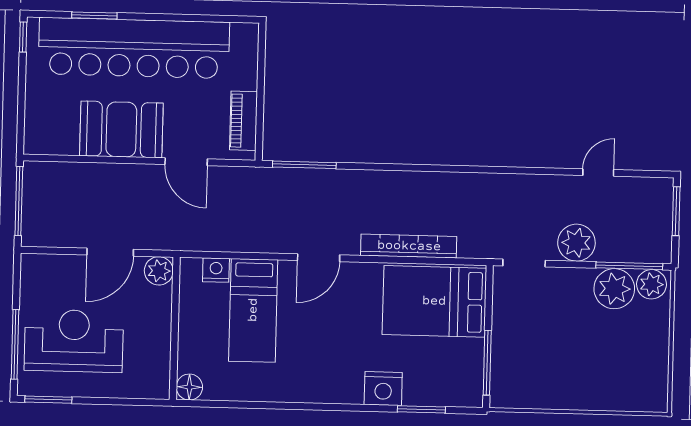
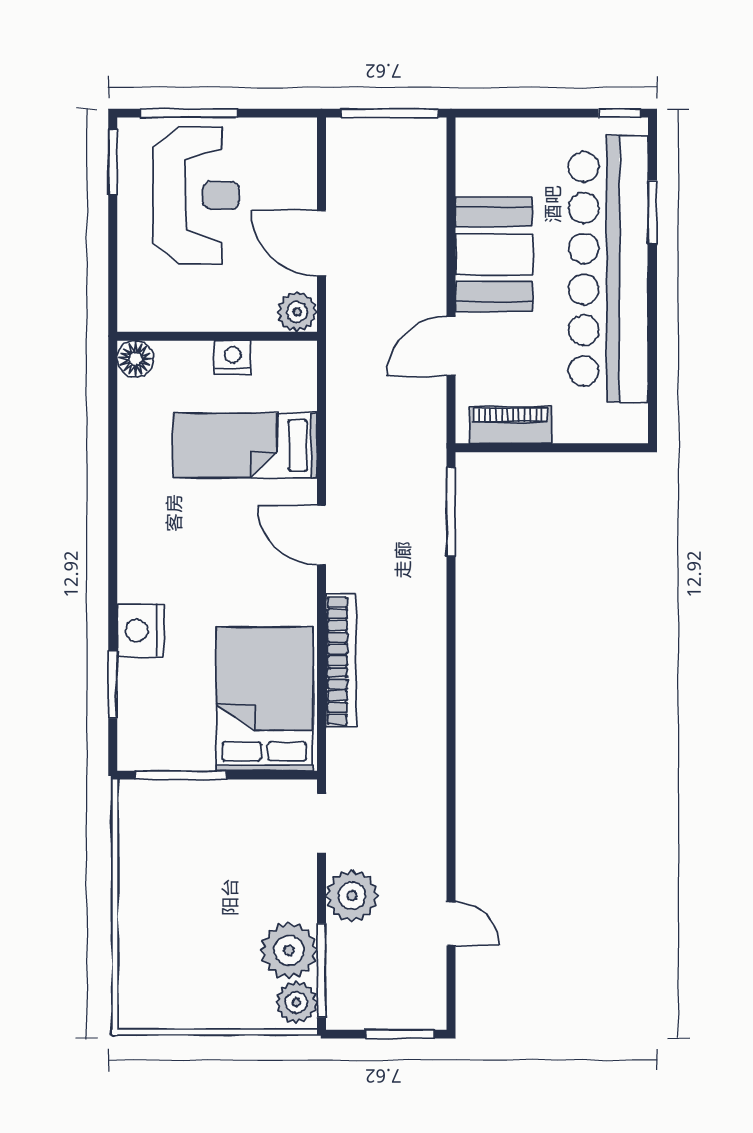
nightstand: (216, 270) -> (233, 357), moved, turned -90

